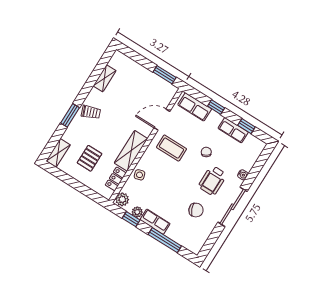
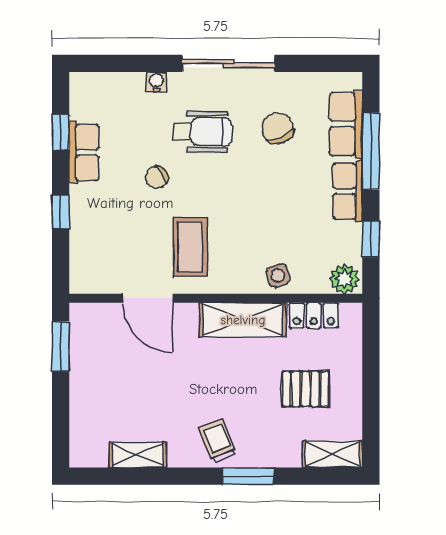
row of seats: (195, 107) -> (346, 124), moved, turned 180
plant: (137, 212) -> (350, 236), removed

